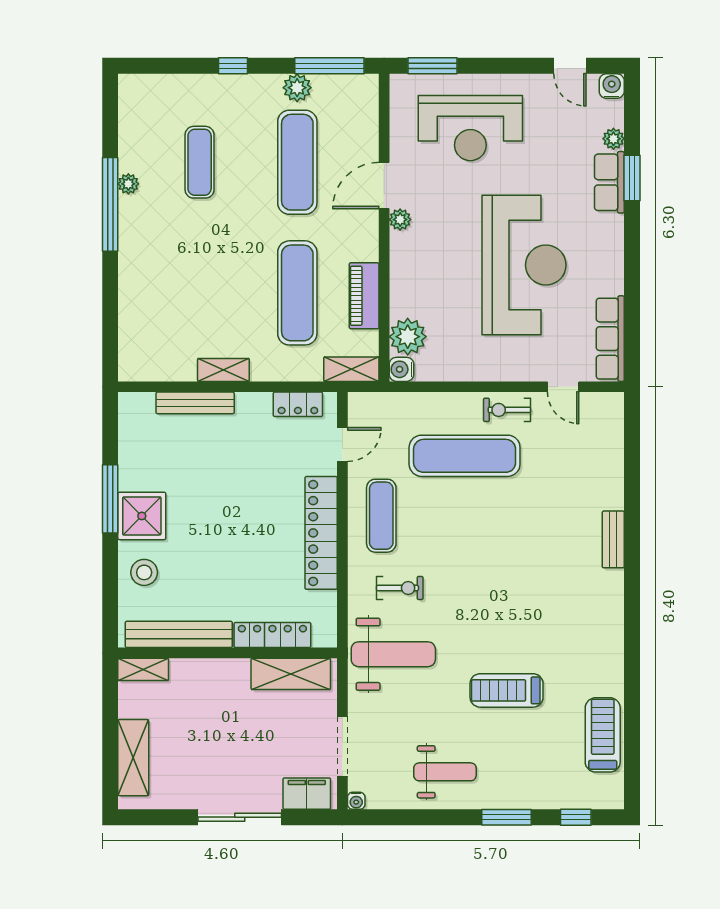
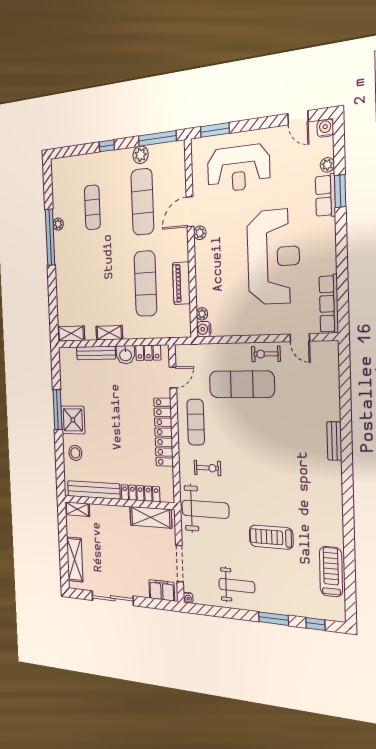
plant: (408, 337) -> (202, 314), width x0.53, depth x0.53
shelving: (351, 369) -> (71, 334), moved
washbasin: (254, 407) -> (125, 355), added
sliding door: (240, 817) -> (113, 598), moved

